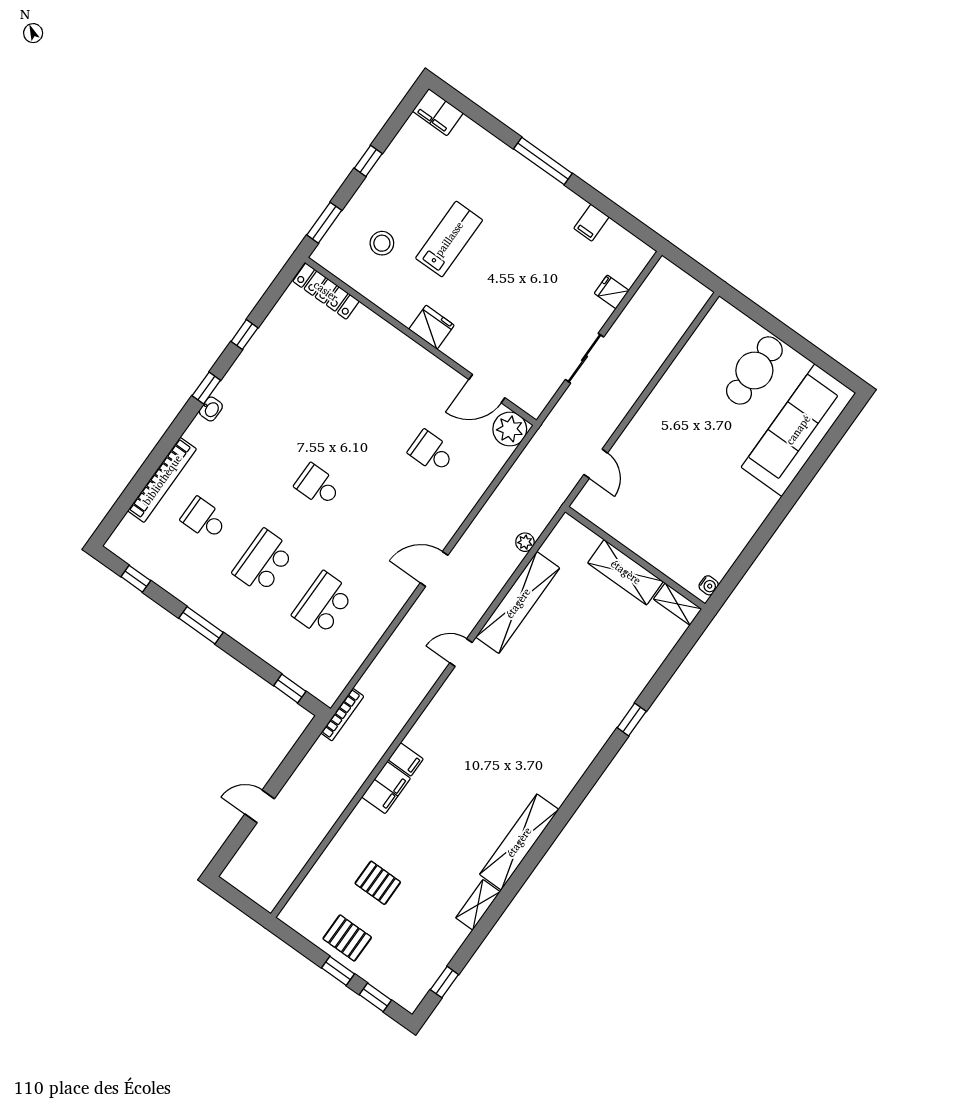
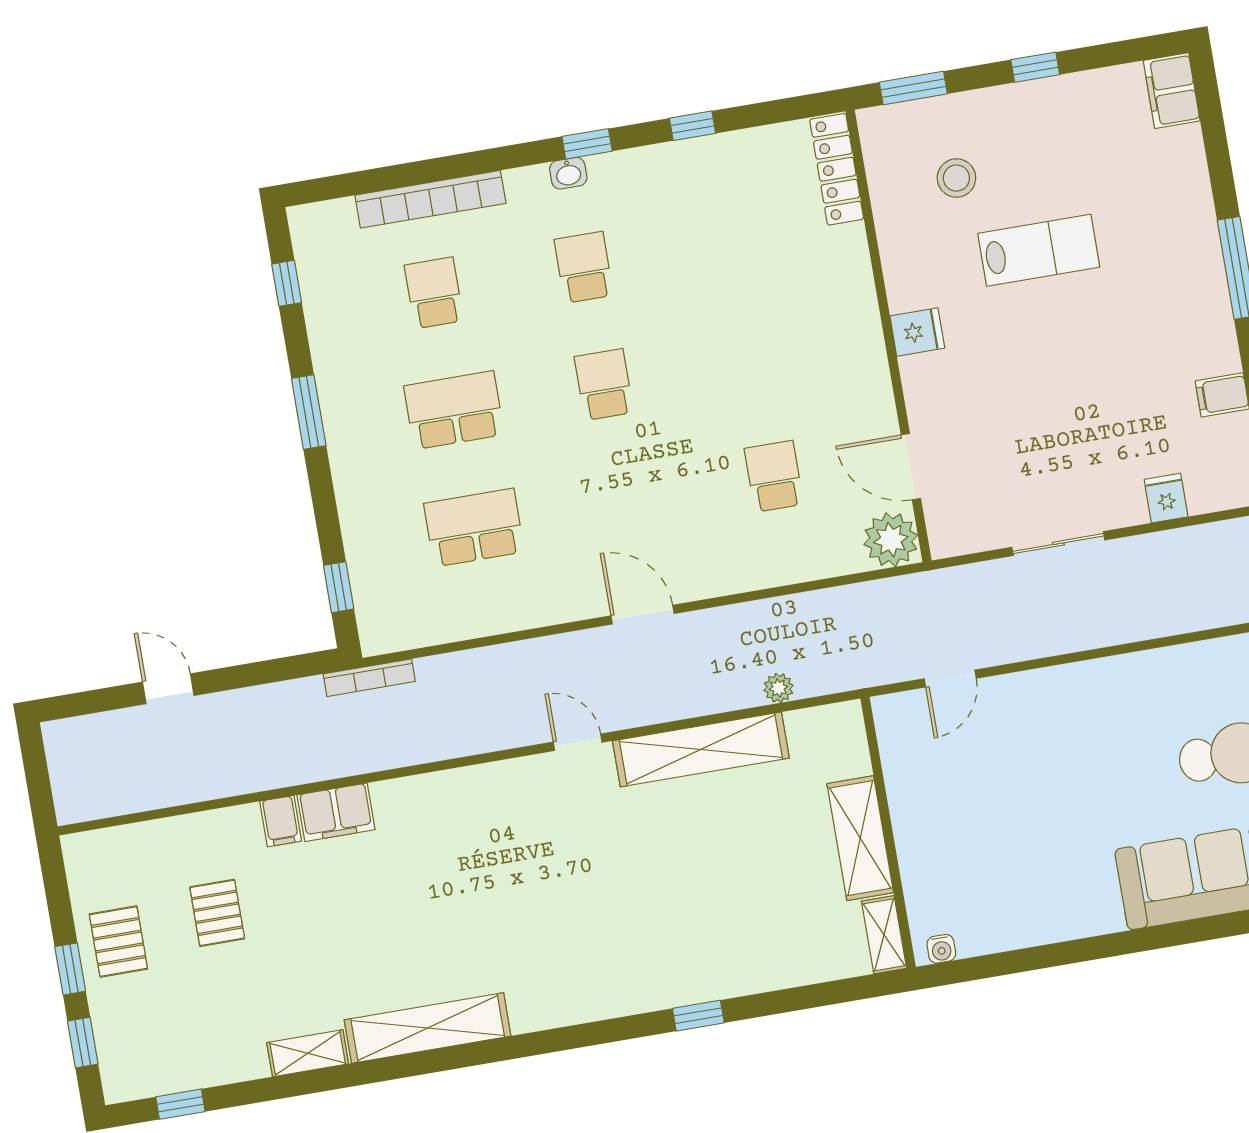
fridge: (431, 327) -> (917, 332), width x0.72
school desk: (258, 443) -> (584, 267), added
filing cabinet: (406, 759) -> (281, 821), moved

